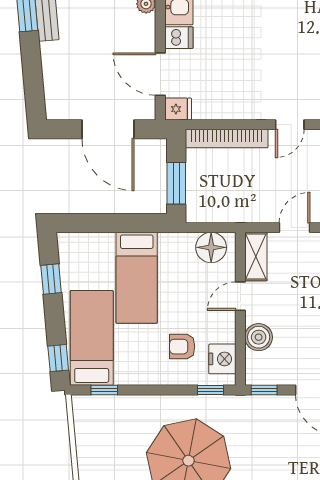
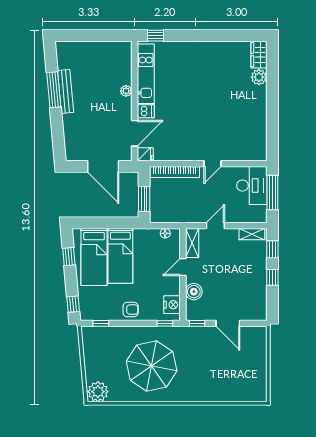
door: (160, 74) -> (135, 133), swing flipped
floor lamp: (211, 247) -> (165, 233), width x0.53, depth x0.53
bed: (92, 338) -> (94, 257), moved, turned 180
armchair: (182, 347) -> (131, 310), moved, turned 180

